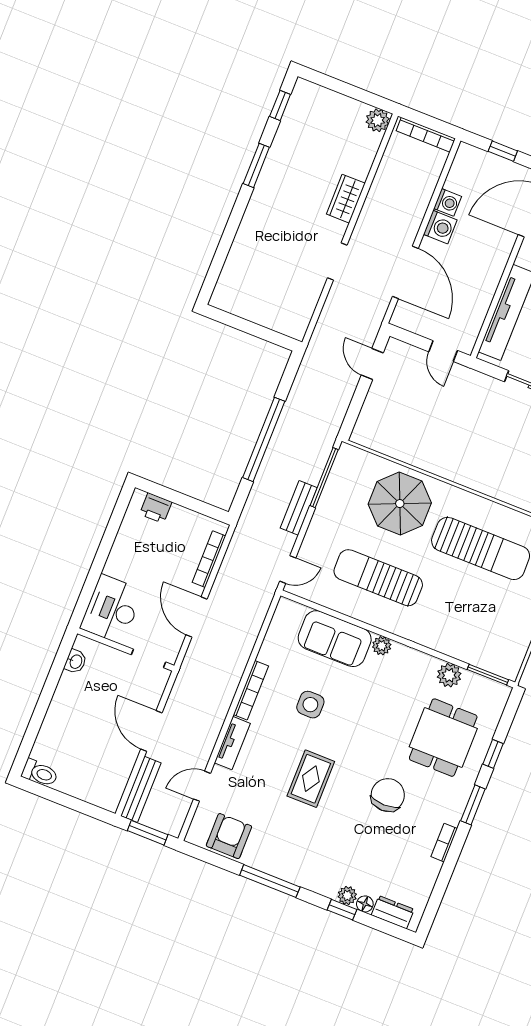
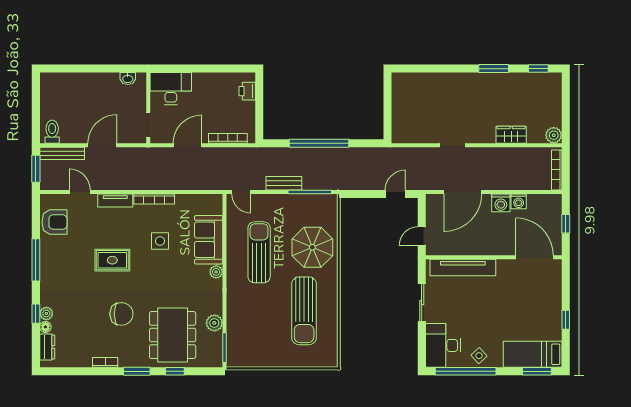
wardrobe: (346, 199) -> (511, 135), moved
dining table: (443, 738) -> (173, 335), width x1.38
toilet: (40, 773) -> (52, 132), moved, turned 180

